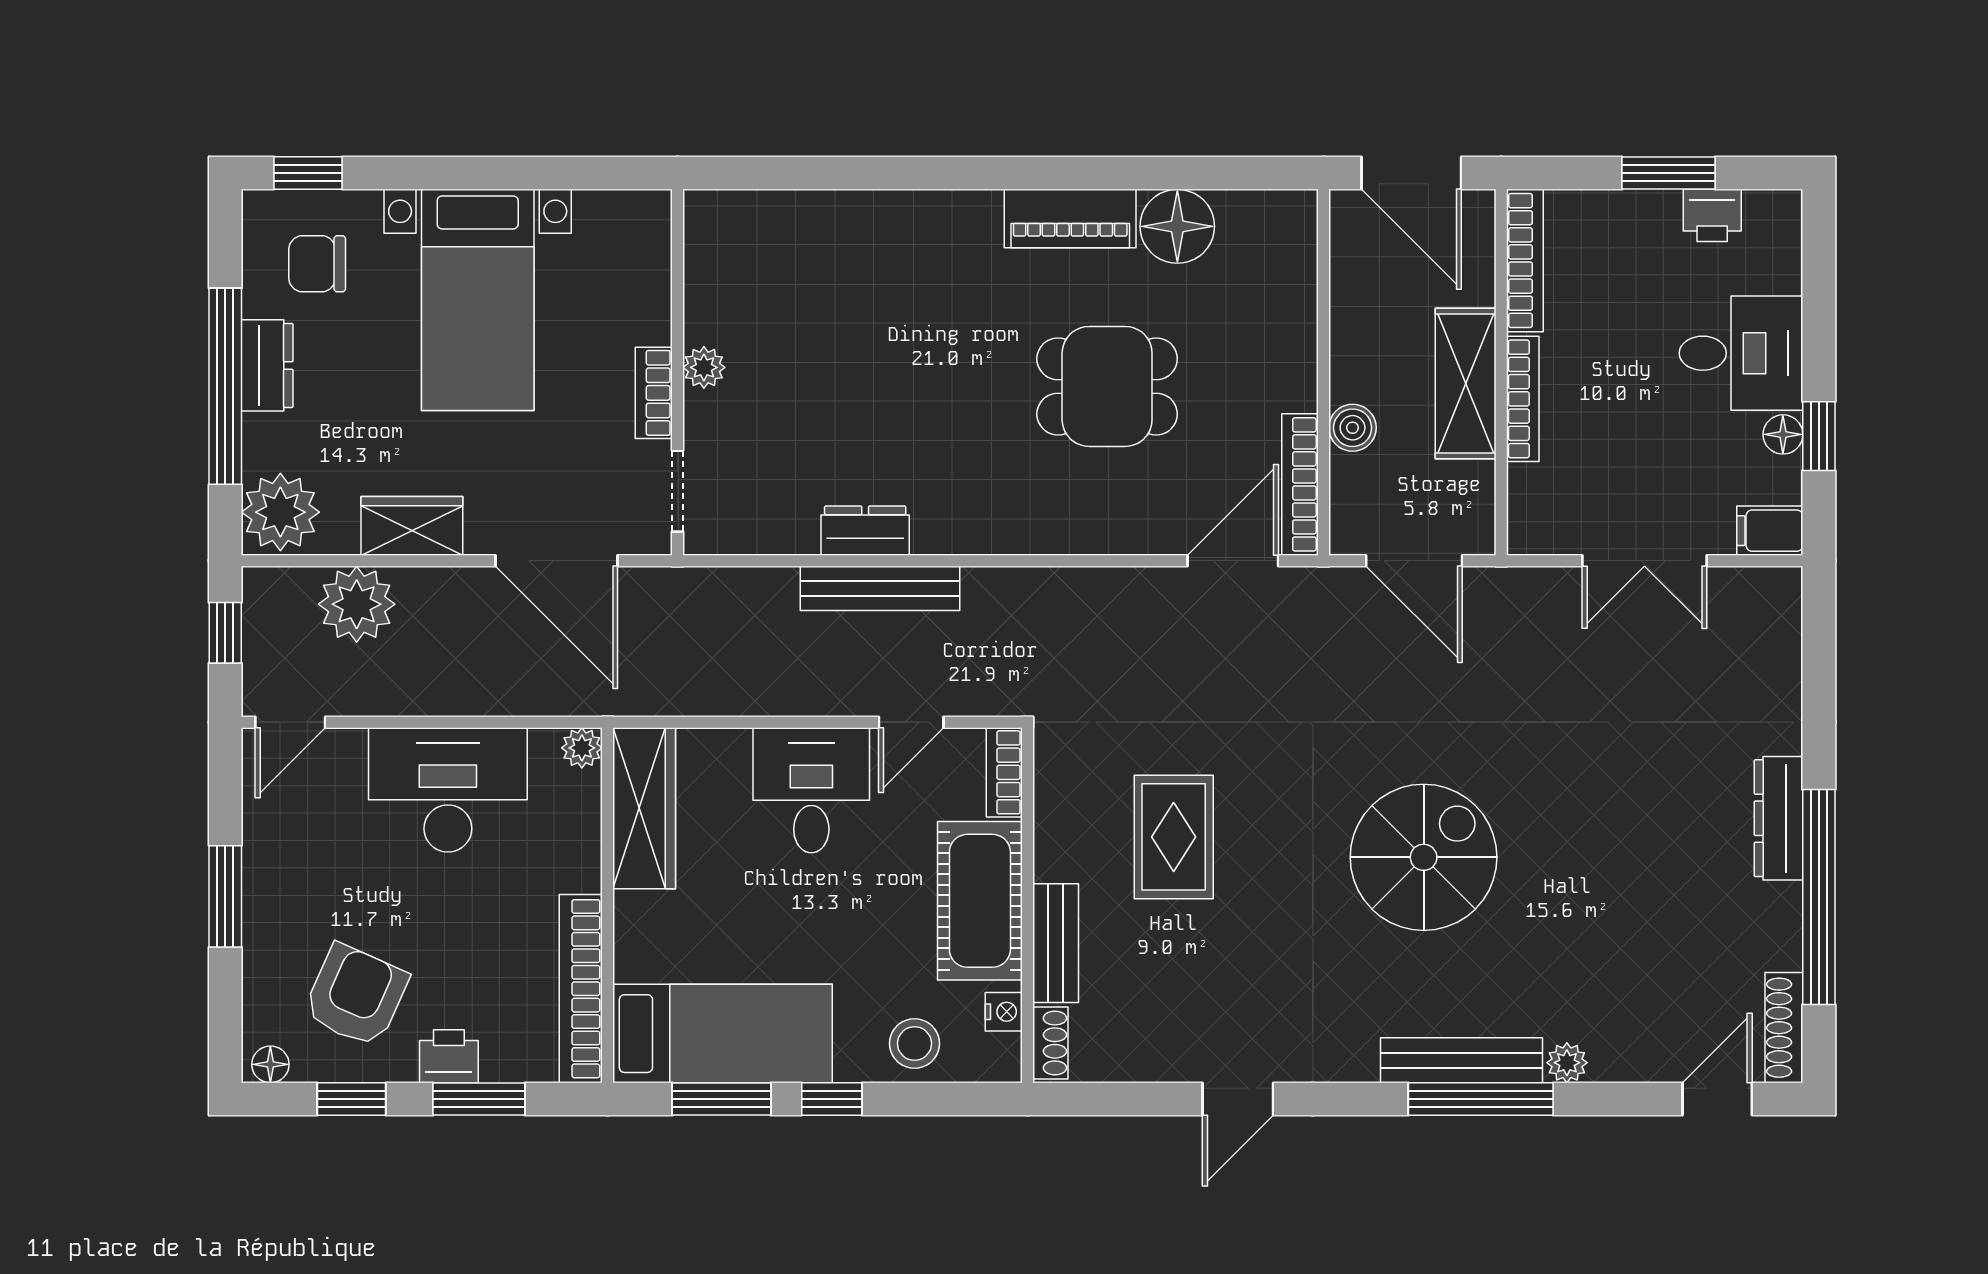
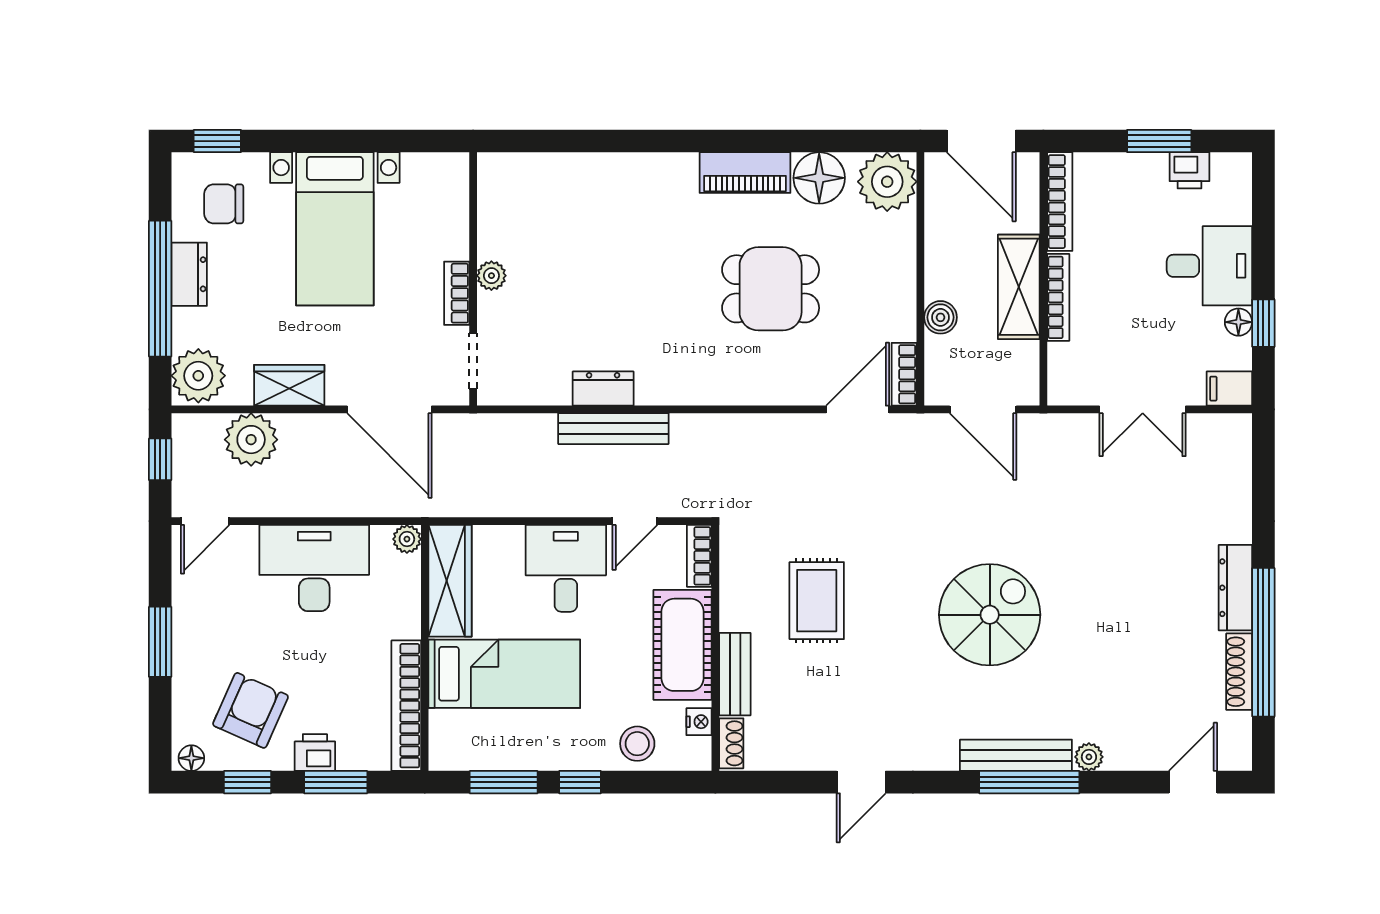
plant: (1276, 232) -> (887, 182), added
bookcase: (1300, 484) -> (904, 374), width x0.64
shoe rack: (1784, 1028) -> (1239, 672), moved
bed: (723, 1034) -> (504, 674), moved

